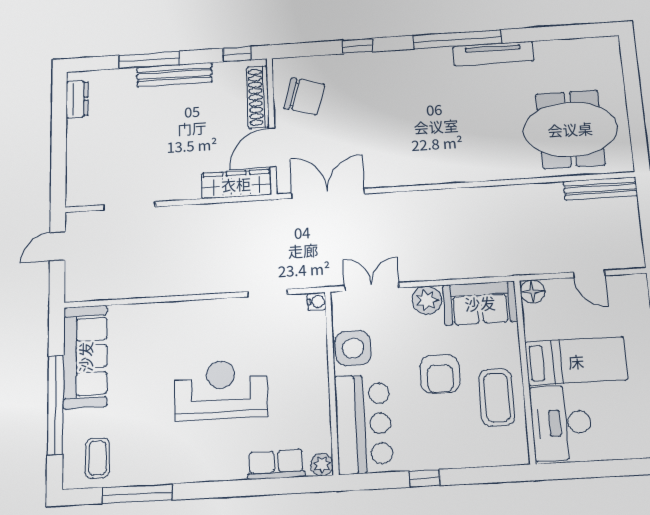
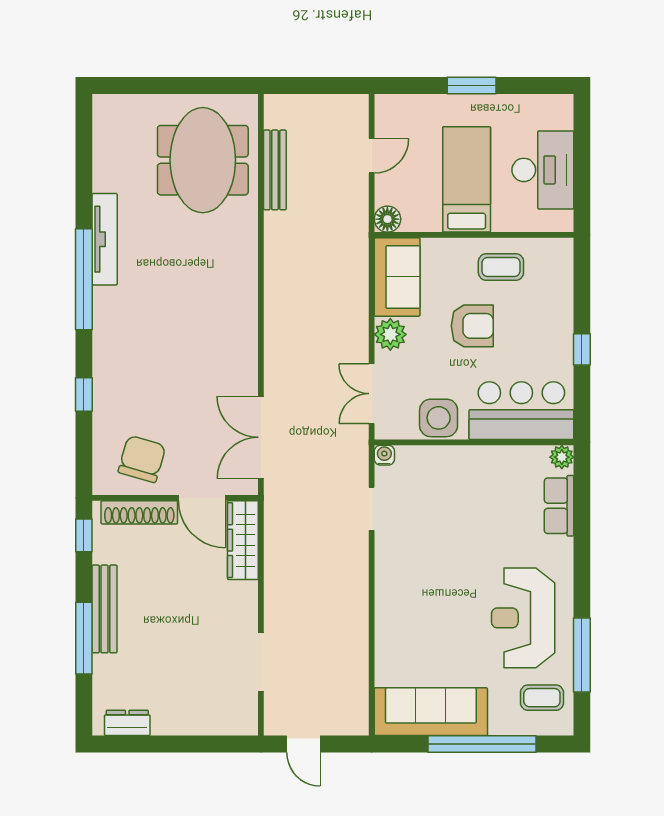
bench: (600, 189) -> (275, 170), moved
reception desk: (221, 390) -> (523, 618), moved
coffee table: (497, 398) -> (501, 267), width x0.73, depth x0.77
desk: (561, 423) -> (543, 170), moved, turned -90

